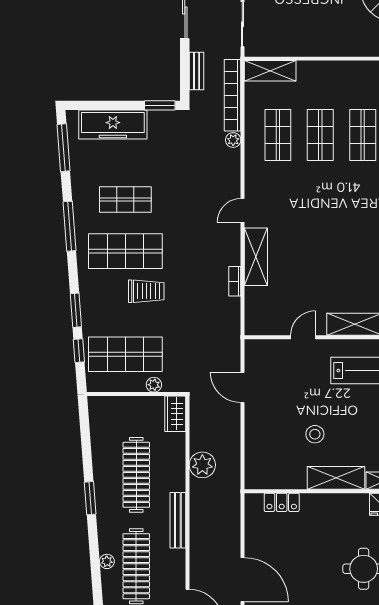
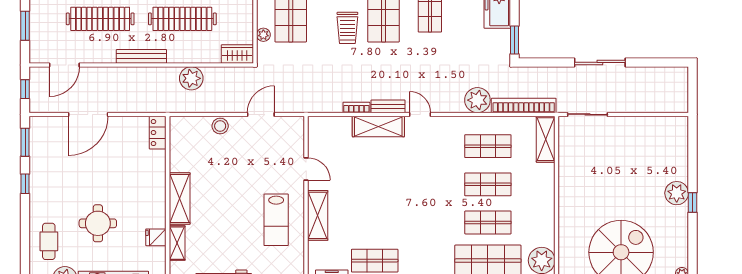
bench: (197, 71) -> (388, 106), moved
plant: (233, 140) -> (477, 100), width x1.88, depth x1.88
stool: (315, 434) -> (220, 126), moved
locker: (282, 502) -> (158, 133), moved

